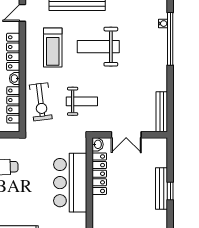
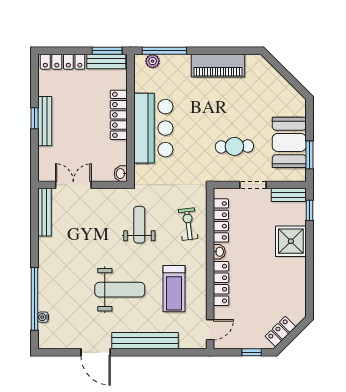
treadmill: (53, 47) -> (174, 289), turned 180
weight bench: (82, 101) -> (139, 225), turned 90
exercise bike: (41, 102) -> (188, 224), width x0.73, depth x0.72
double door: (126, 135) -> (73, 185), moved
locker: (99, 174) -> (119, 115), moved

